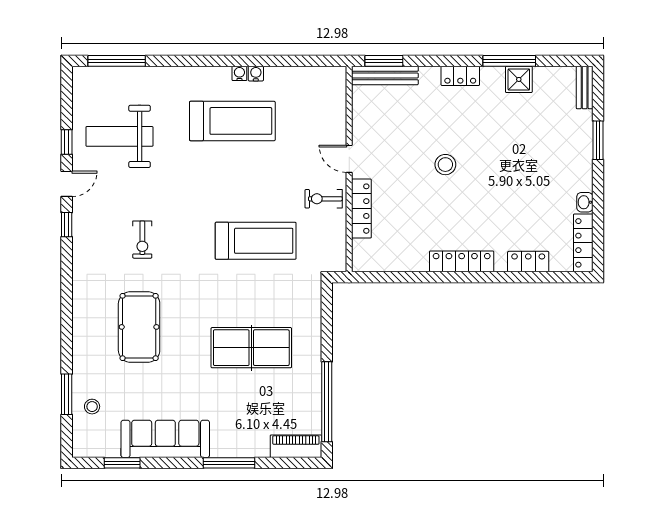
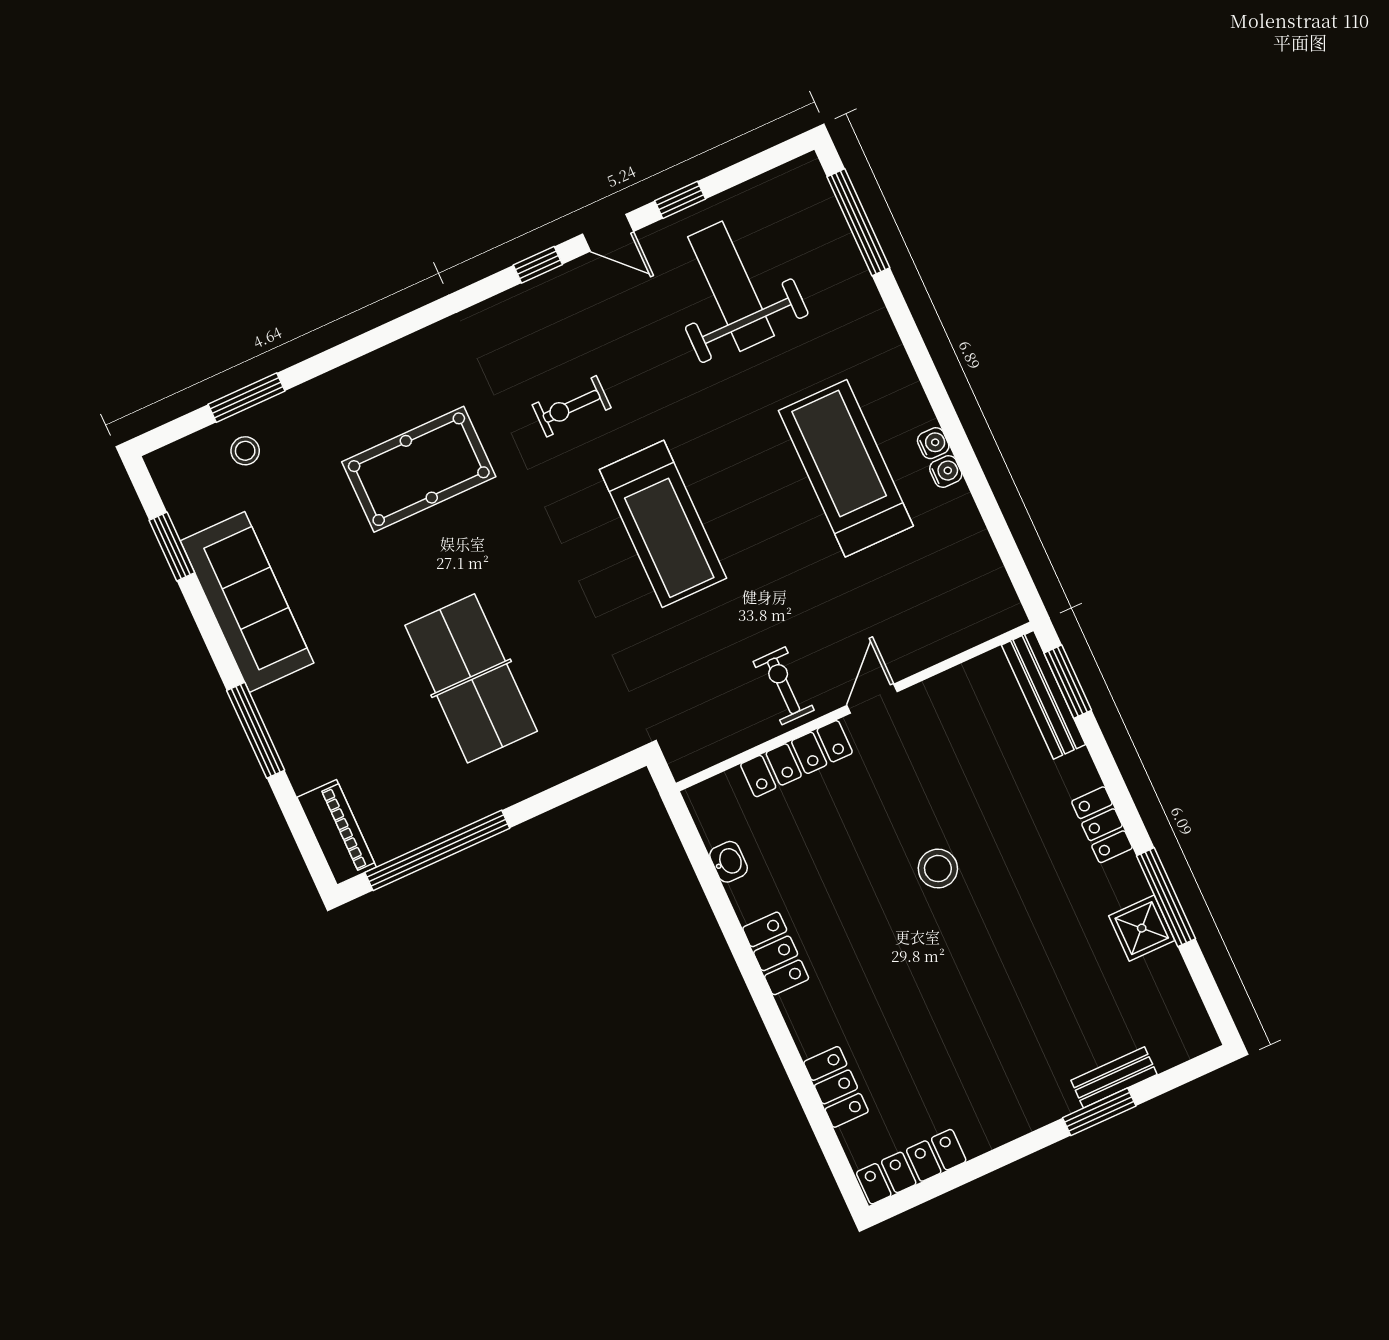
bench: (585, 88) -> (1114, 1077), moved
treadmill: (232, 121) -> (846, 468), turned 180
washbasin: (585, 202) -> (729, 862), moved, turned 90
treadmill: (256, 241) -> (663, 524), moved
locker: (462, 261) -> (776, 953), width x0.66

